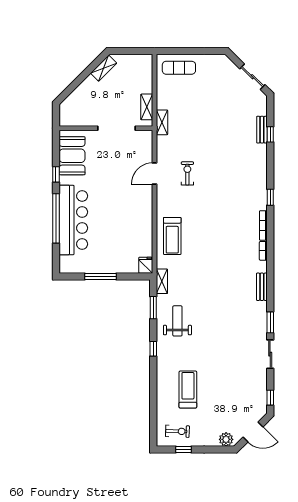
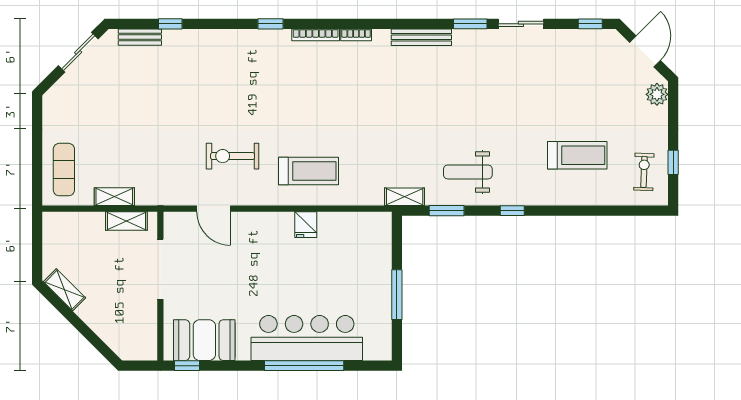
shelving: (162, 122) -> (114, 197), moved
bench: (262, 130) -> (140, 37), moved
exercise bike: (187, 173) -> (233, 156), width x1.38, depth x1.39
window: (56, 174) -> (187, 366), moved
door: (154, 174) -> (214, 209), moved
treadmill: (172, 236) -> (308, 171), moved
fridge: (146, 265) -> (306, 225), moved, turned -90
bench: (262, 287) -> (421, 37), width x1.36
treadmill: (188, 390) -> (577, 155), turned 180

